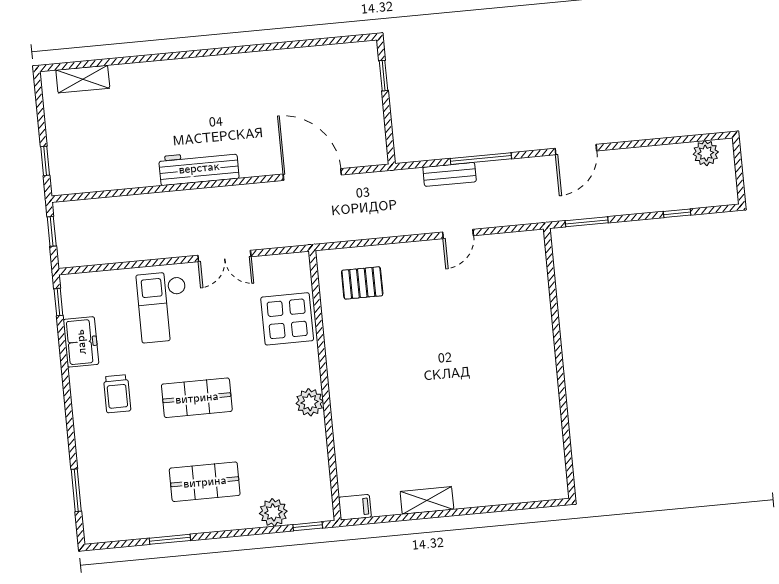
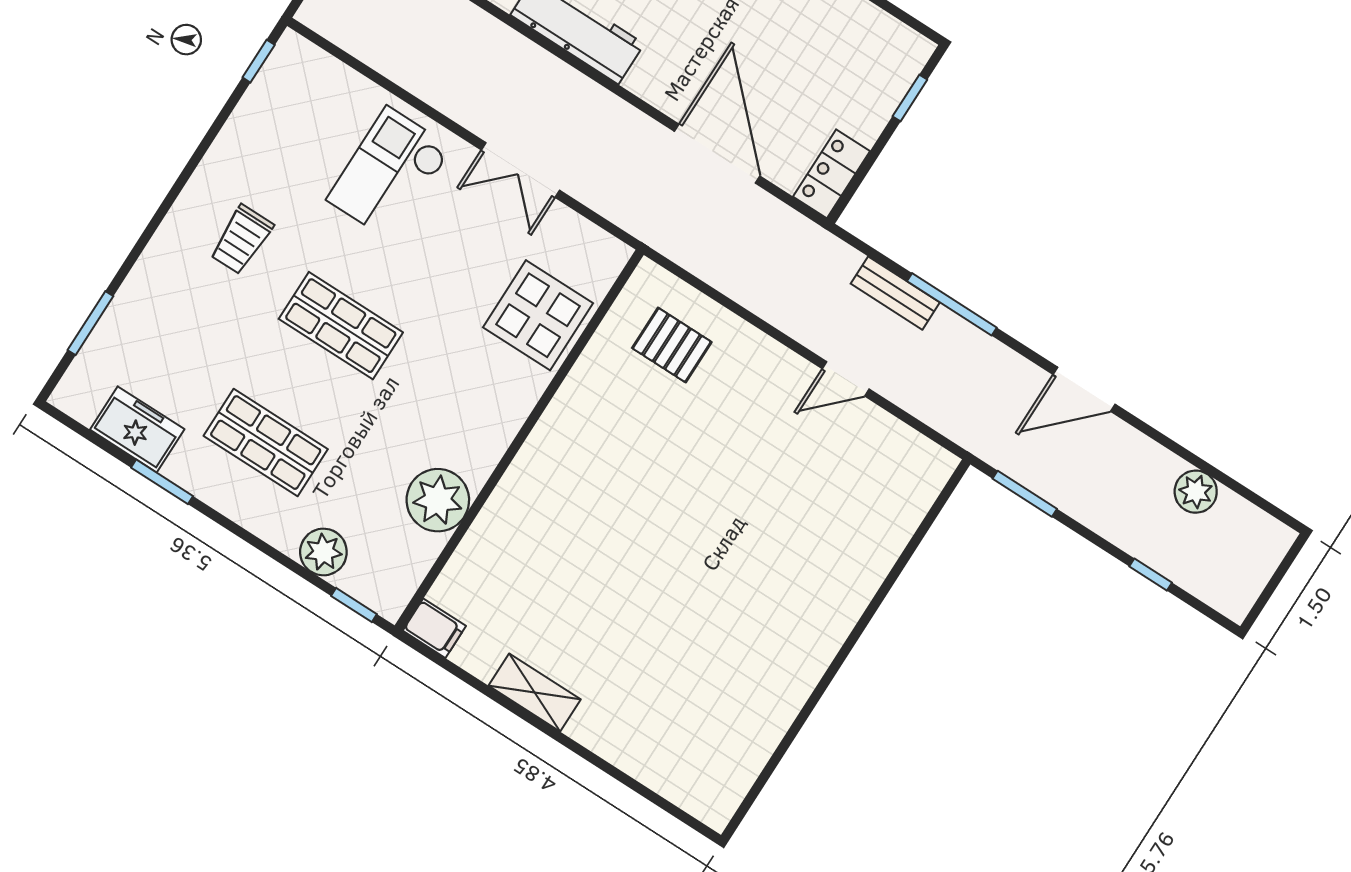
locker: (374, 141) -> (832, 174), added
plant: (706, 153) -> (1196, 492), moved
freezer: (81, 342) -> (137, 429), moved, turned -90
plant: (310, 402) -> (438, 500), moved, width x1.36, depth x1.36

